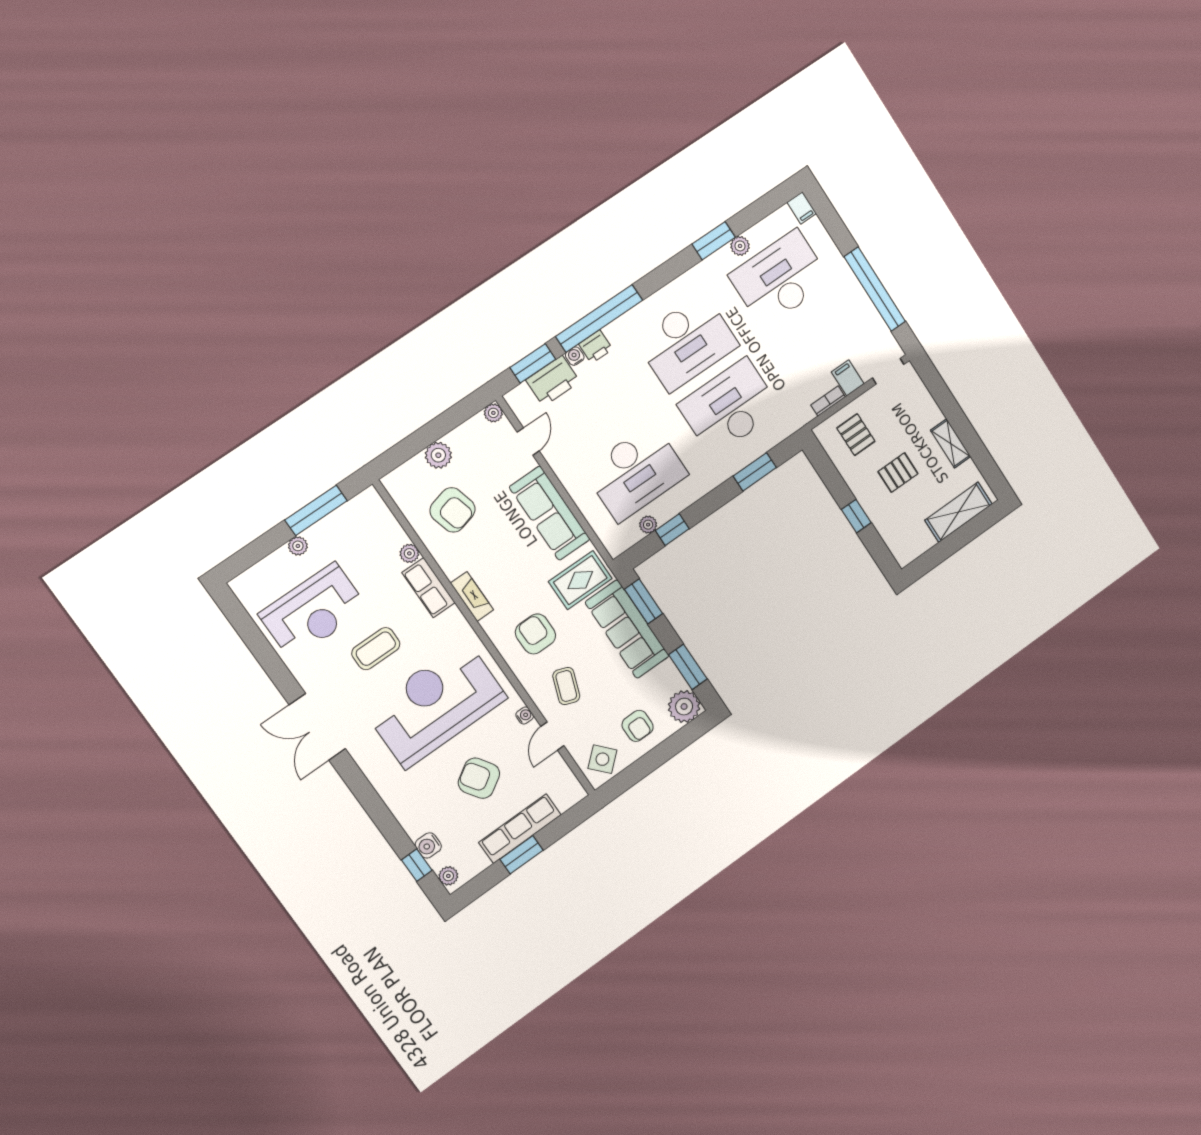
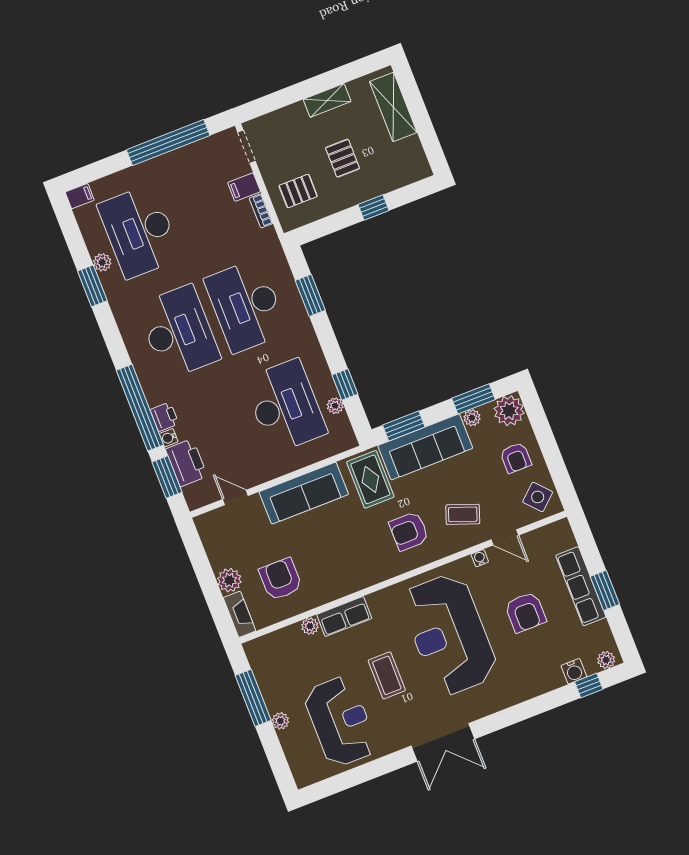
plant: (493, 413) -> (472, 418), moved
armchair: (452, 510) -> (280, 579), turned -75
fireplace: (472, 596) -> (240, 614), moved, turned 90
armchair: (638, 726) -> (516, 458), turned 90
armchair: (479, 778) -> (526, 612), turned -57

